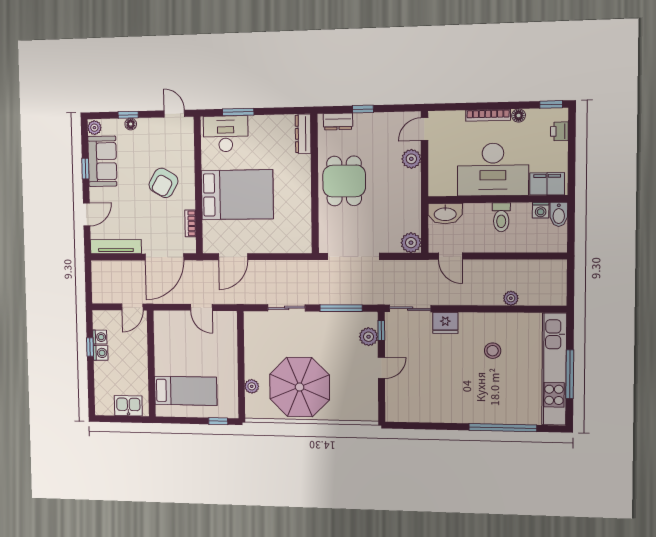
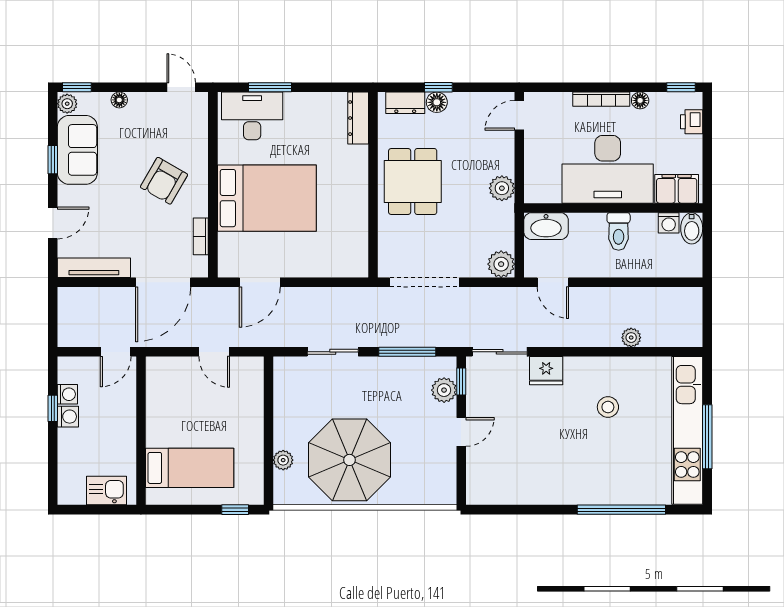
window: (128, 115) -> (77, 87), moved
floor lamp: (362, 121) -> (437, 102), added
plant: (411, 159) -> (502, 188), moved

